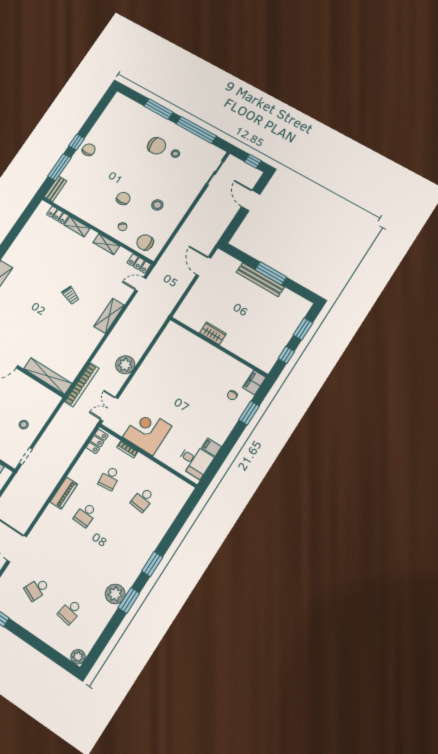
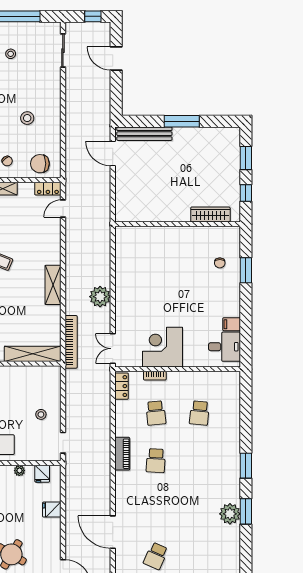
bench: (260, 280) -> (144, 134), moved
shelving: (109, 316) -> (53, 285), moved
wardrobe: (213, 333) -> (210, 214), moved, width x1.50
filing cabinet: (254, 382) -> (233, 238), removed
school desk: (70, 612) -> (199, 556), removed

